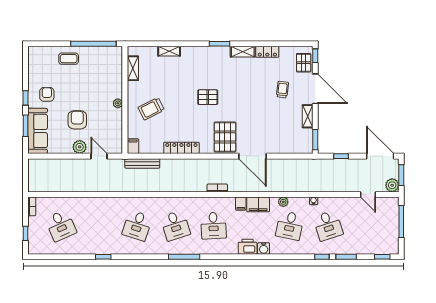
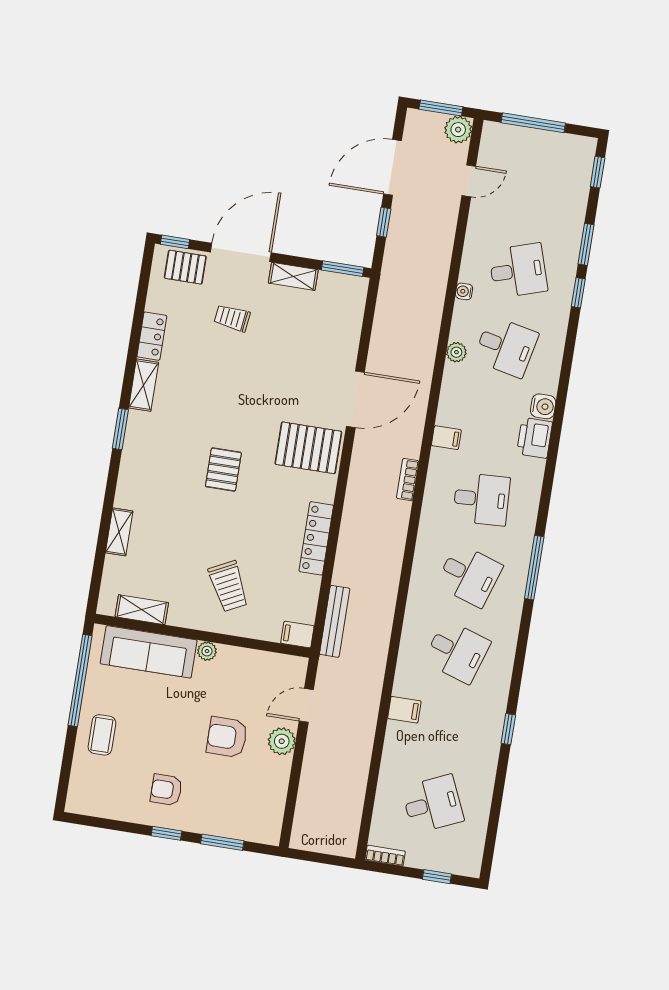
sofa: (38, 131) -> (149, 652), moved, turned 180
door: (380, 156) -> (393, 167), moved
filing cabinet: (258, 204) -> (404, 710), moved, width x0.50
desk: (175, 226) -> (469, 575), turned 36

